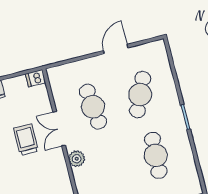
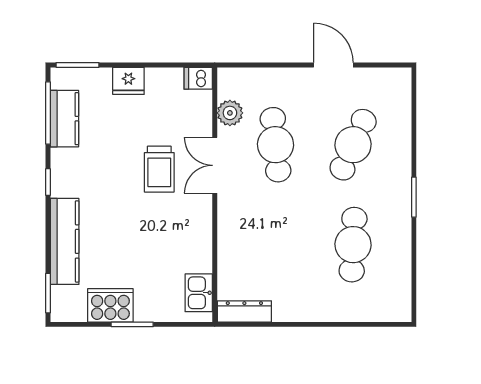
door: (116, 49) -> (333, 65), hinge flipped
trolley: (26, 140) -> (159, 169), turned 180
plant: (77, 159) -> (230, 113), moved

